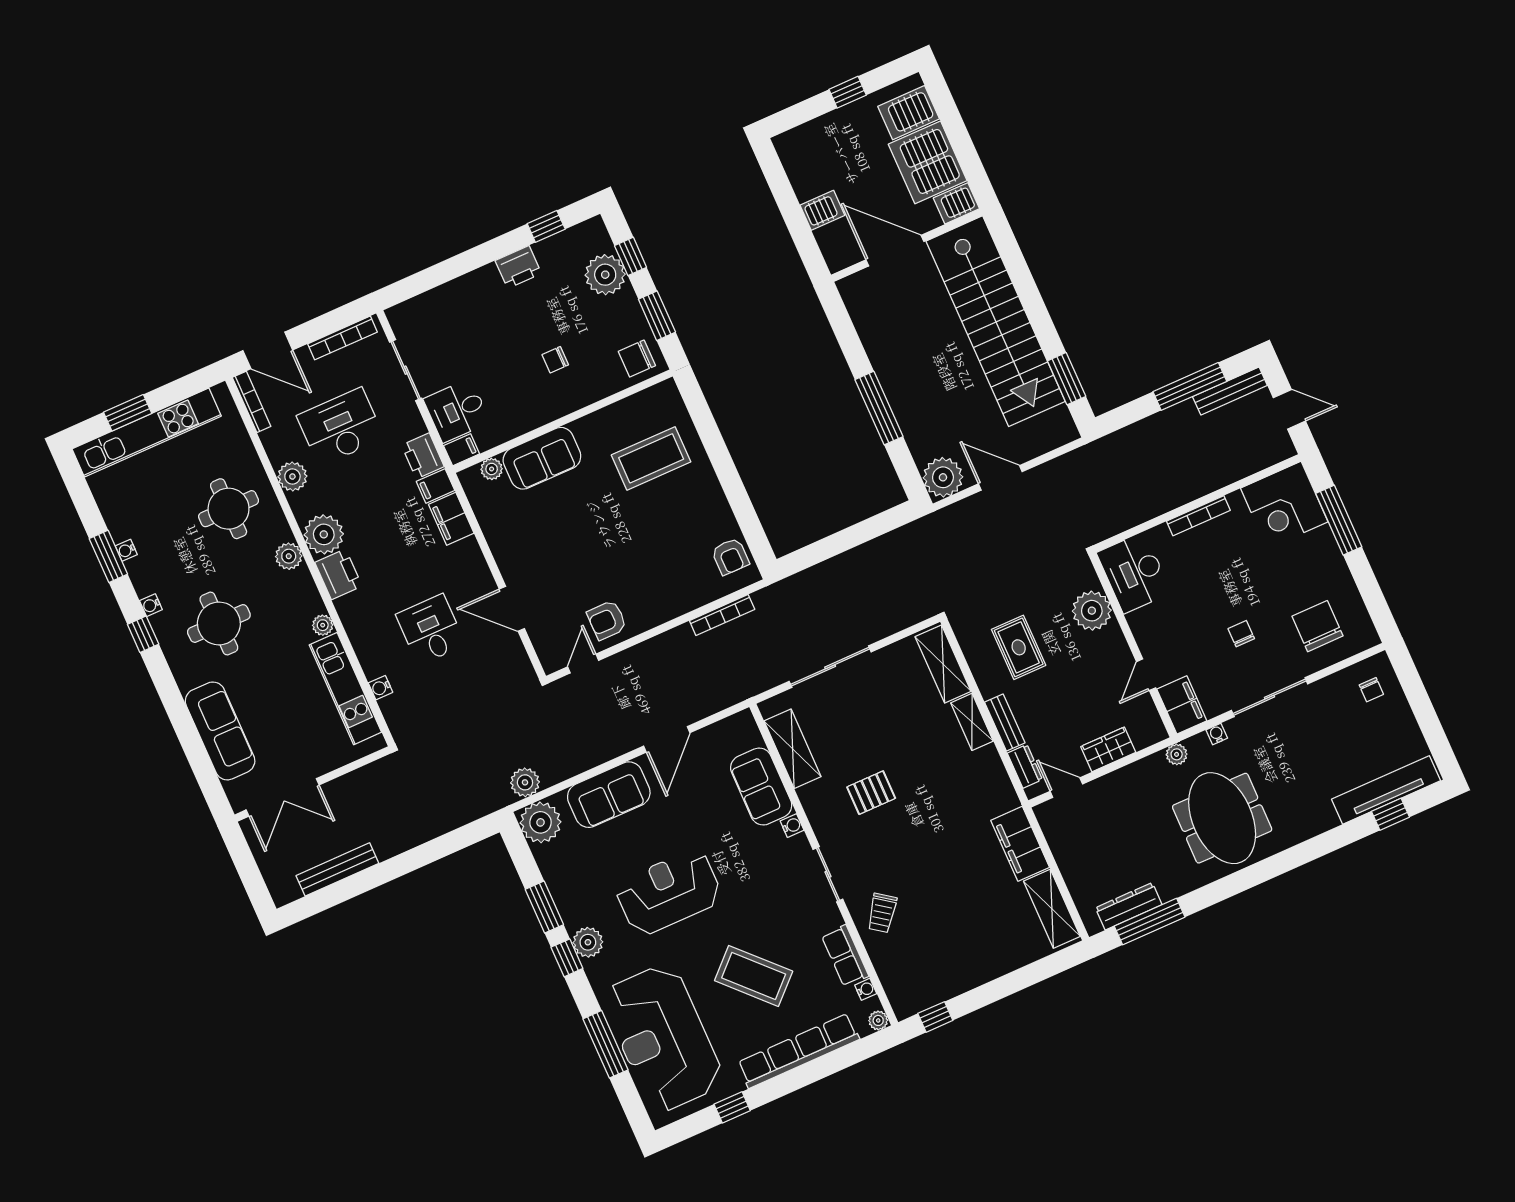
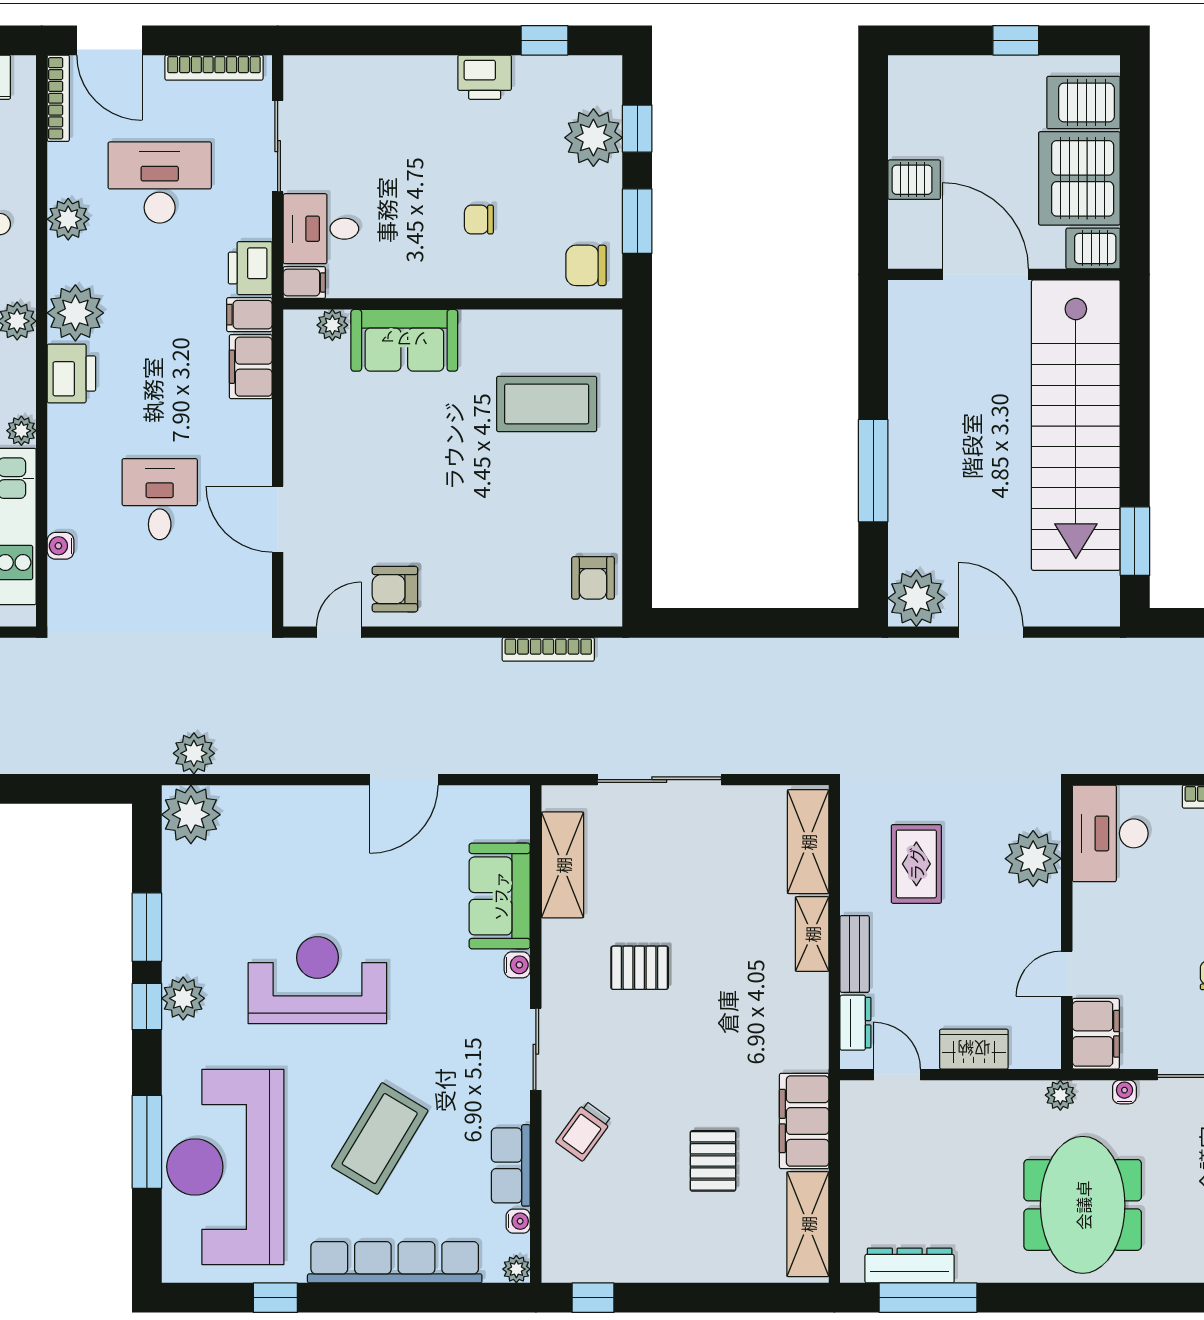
sofa: (609, 795) -> (296, 818), removed
pallet: (973, 895) -> (713, 1161), added
coffee table: (754, 976) -> (380, 1139), turned 75

